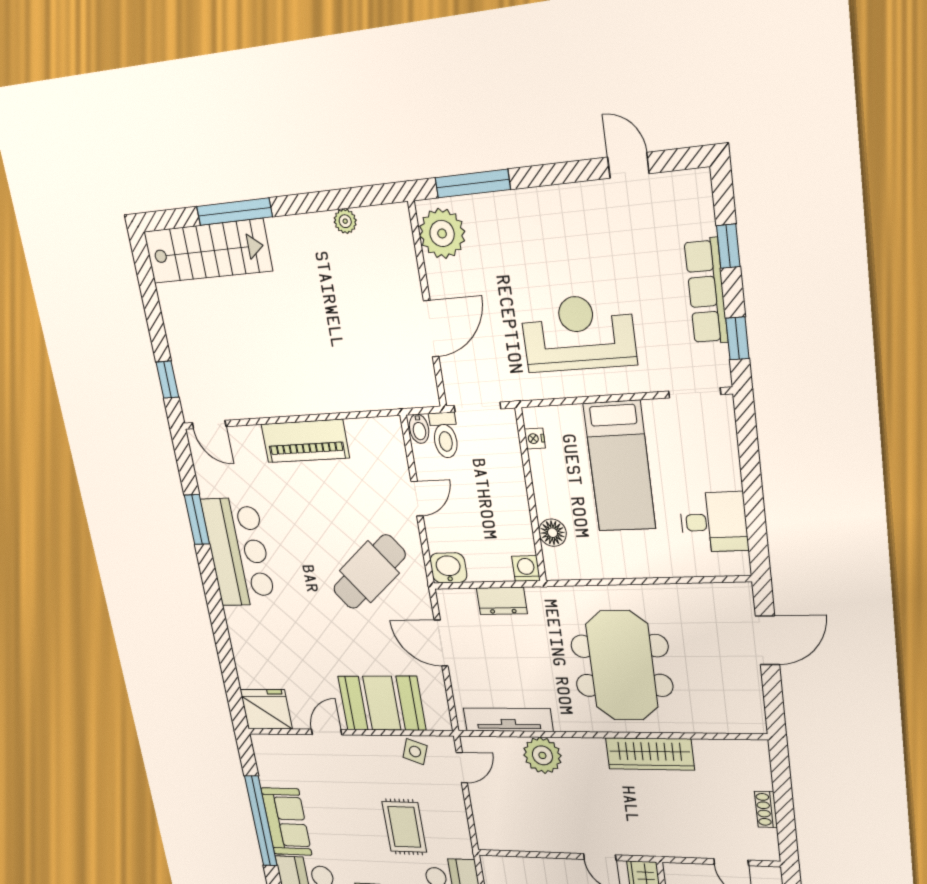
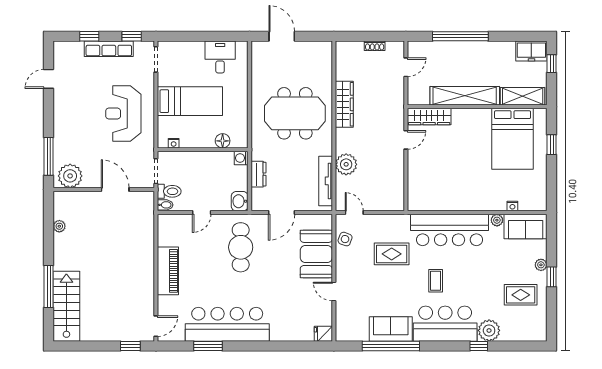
door: (417, 499) -> (202, 213), swing flipped
bar counter: (238, 552) -> (227, 324), width x1.36
cafe table: (369, 572) -> (241, 247), turned 39
fridge: (266, 709) -> (323, 334), width x0.53, depth x0.75

